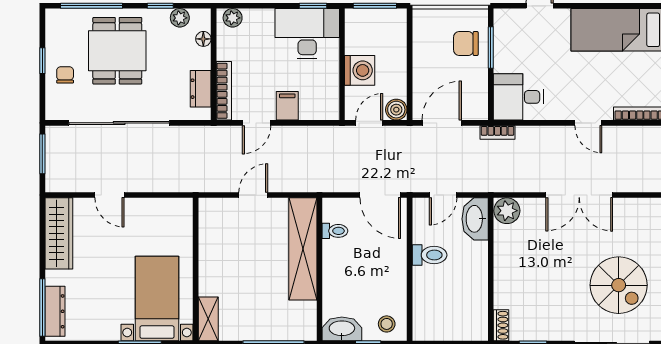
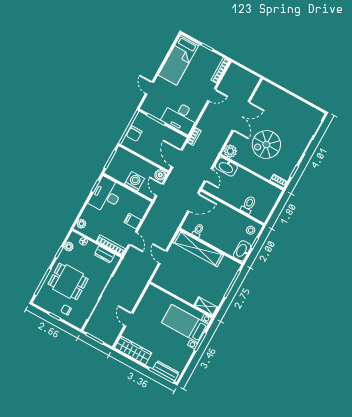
chair: (466, 44) -> (134, 134), moved
desk: (519, 97) -> (180, 117), width x1.37
door: (109, 195) -> (129, 319), swing flipped
toilet: (430, 255) -> (248, 205), moved
spiral stairs: (619, 285) -> (266, 144), moved, turned 180

